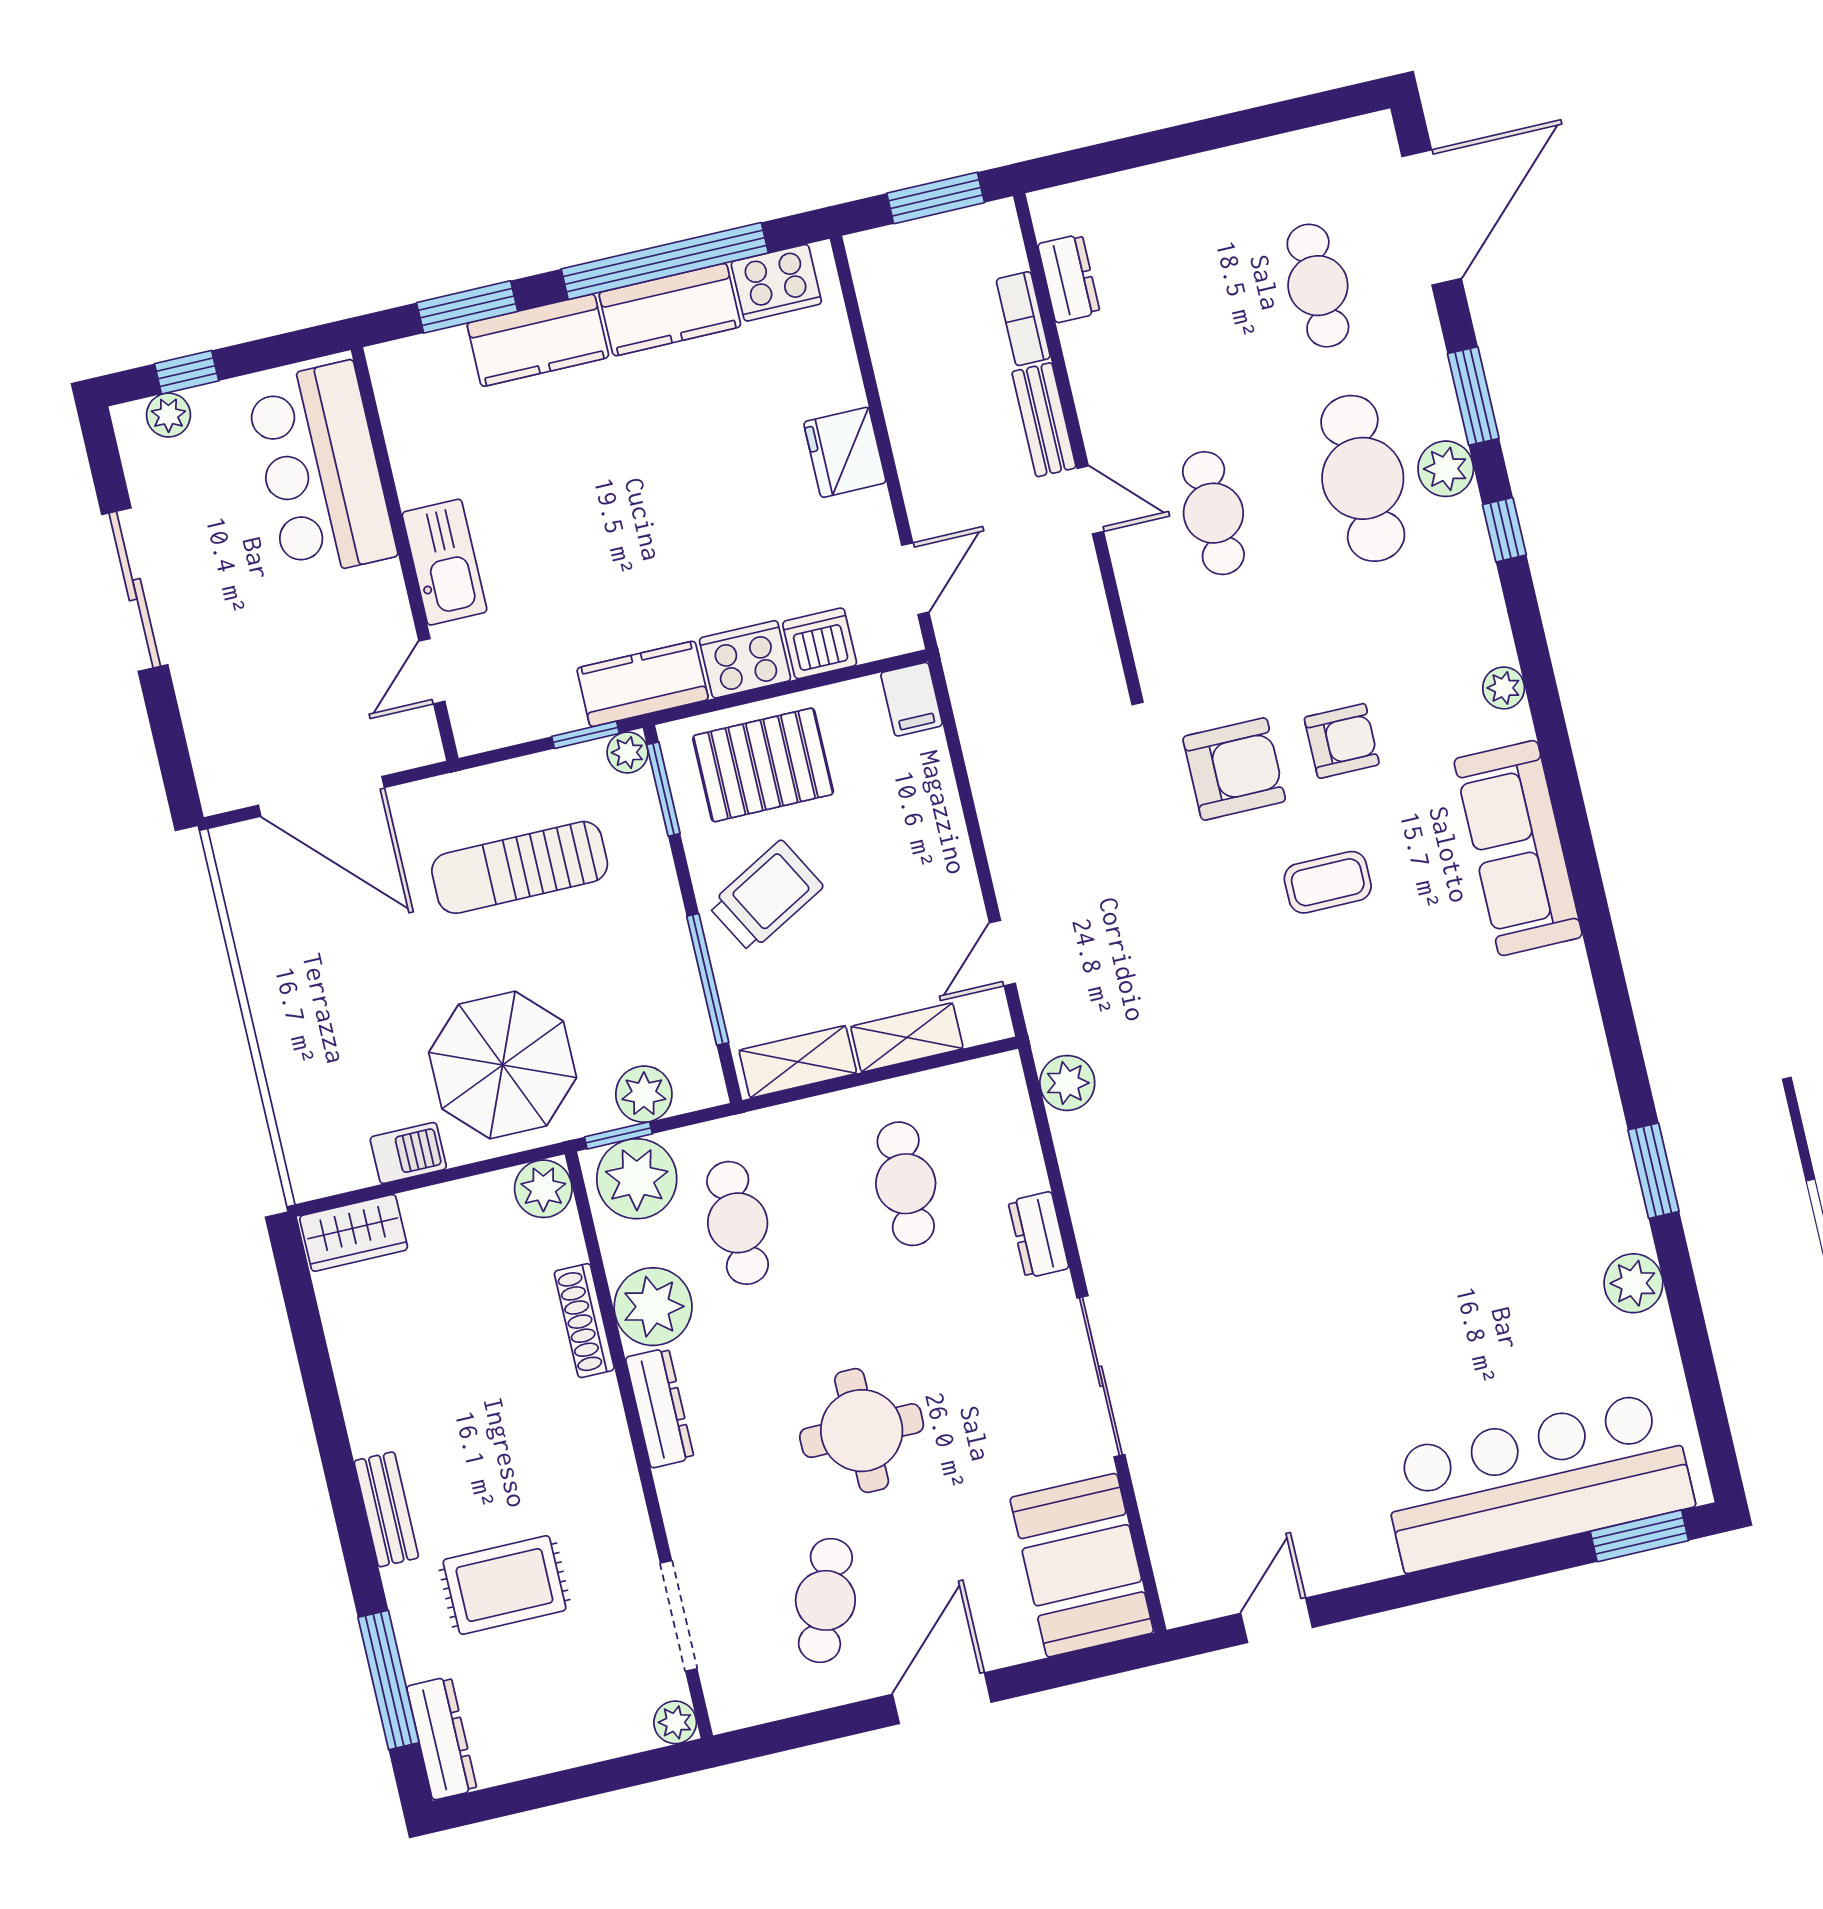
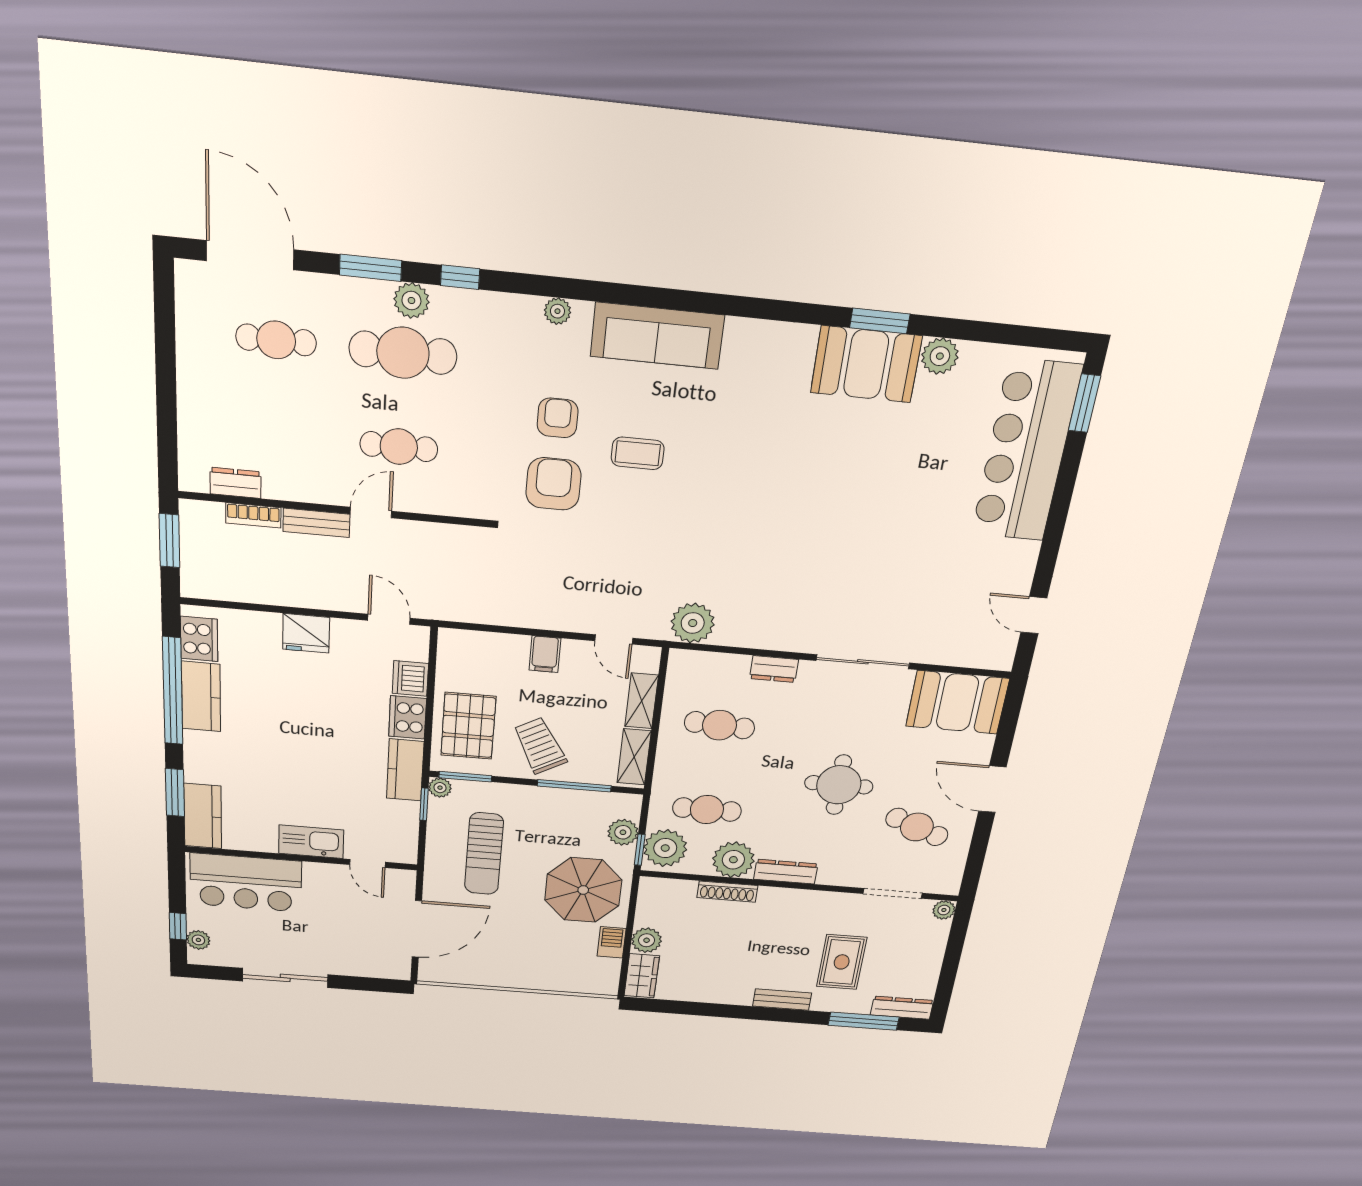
kitchen counter: (538, 340) -> (203, 816), moved
filing cabinet: (912, 699) -> (545, 654), moved, turned 90
coffee table: (1328, 882) -> (638, 453), turned 90
plant: (1067, 1083) -> (693, 623), width x1.36, depth x1.36
booth: (1583, 1177) -> (866, 364), added
plant: (543, 1189) -> (647, 940), moved

